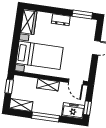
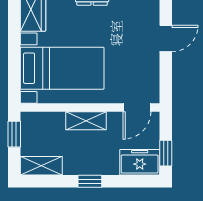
door: (76, 82) -> (137, 108), hinge flipped
window: (45, 117) -> (90, 181), width x0.46

